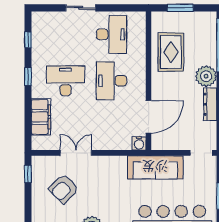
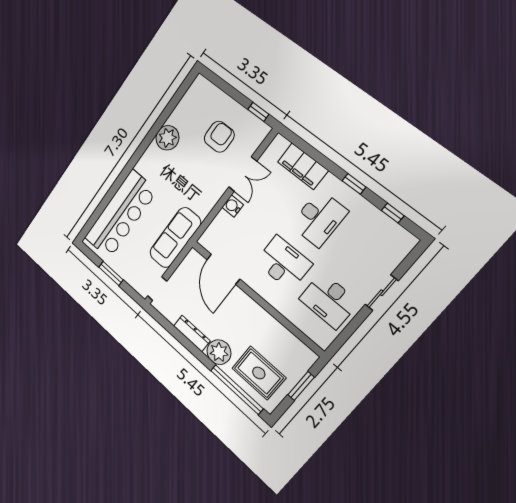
rug: (171, 52) -> (259, 373), moved
water cooler: (139, 143) -> (233, 206), moved
armchair: (64, 189) -> (219, 137), turned 45

